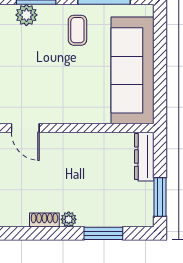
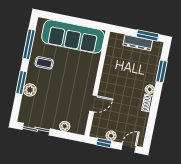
dresser: (144, 157) -> (138, 43), moved

